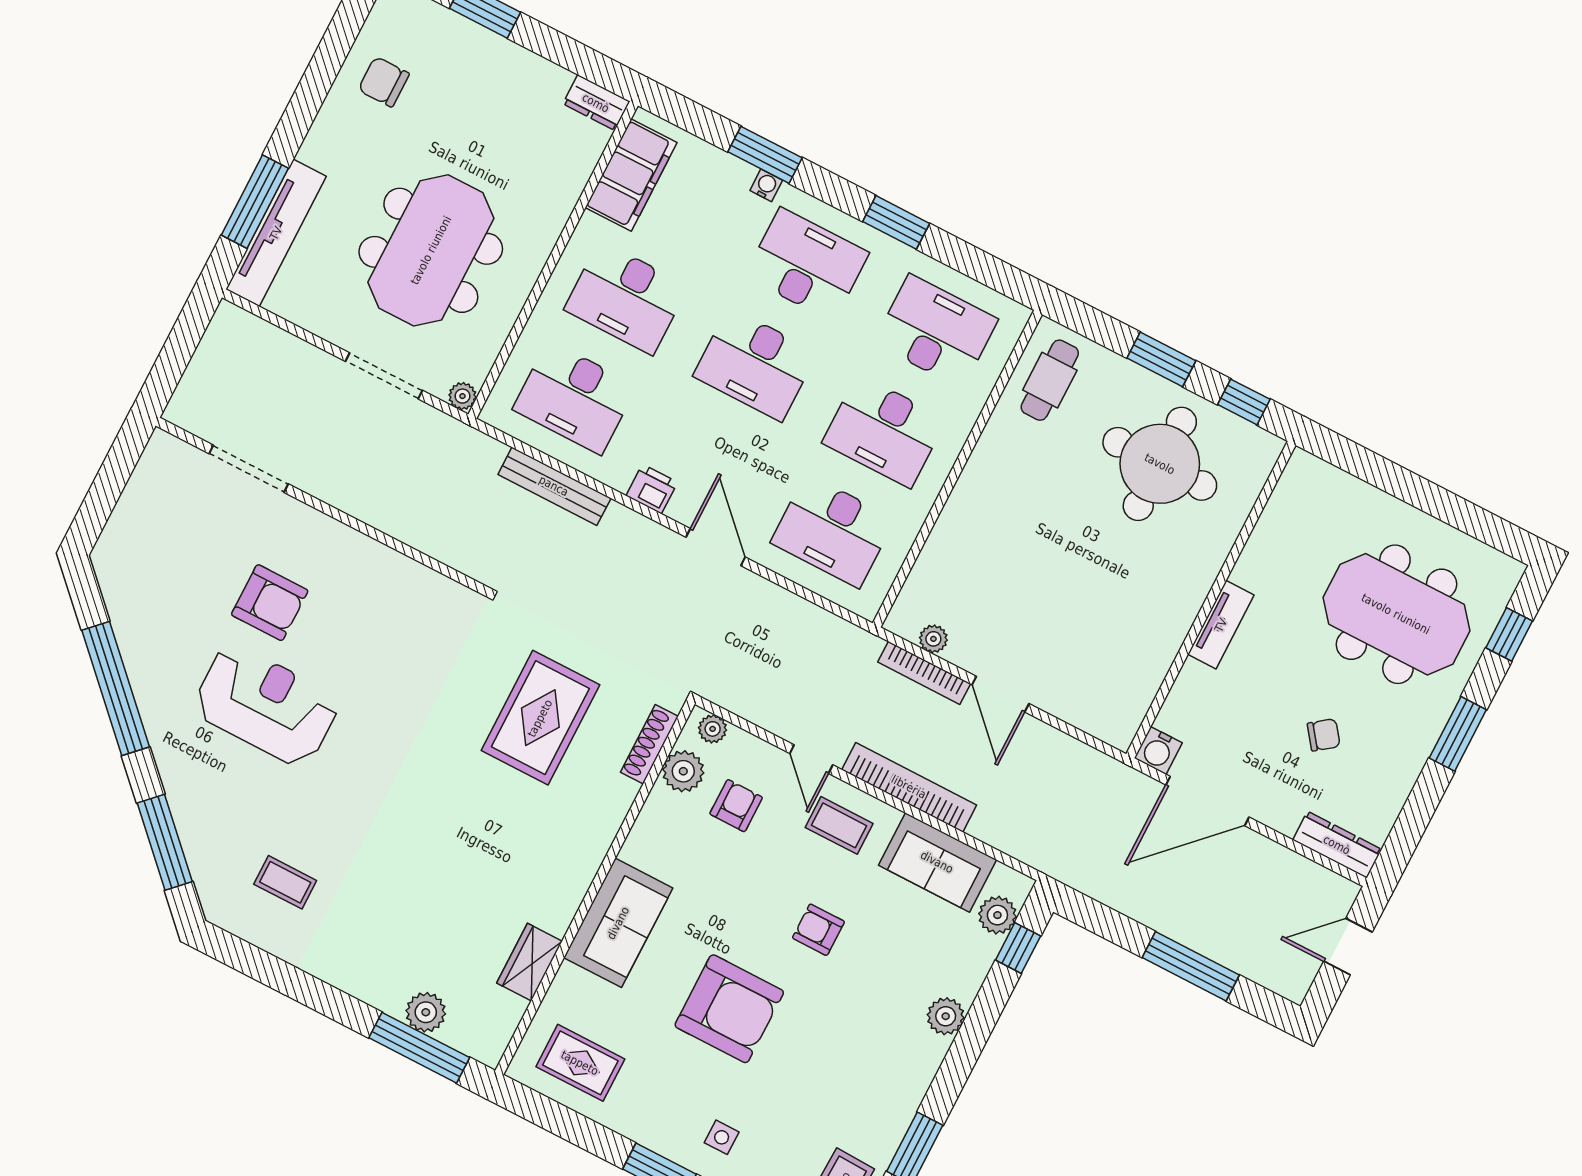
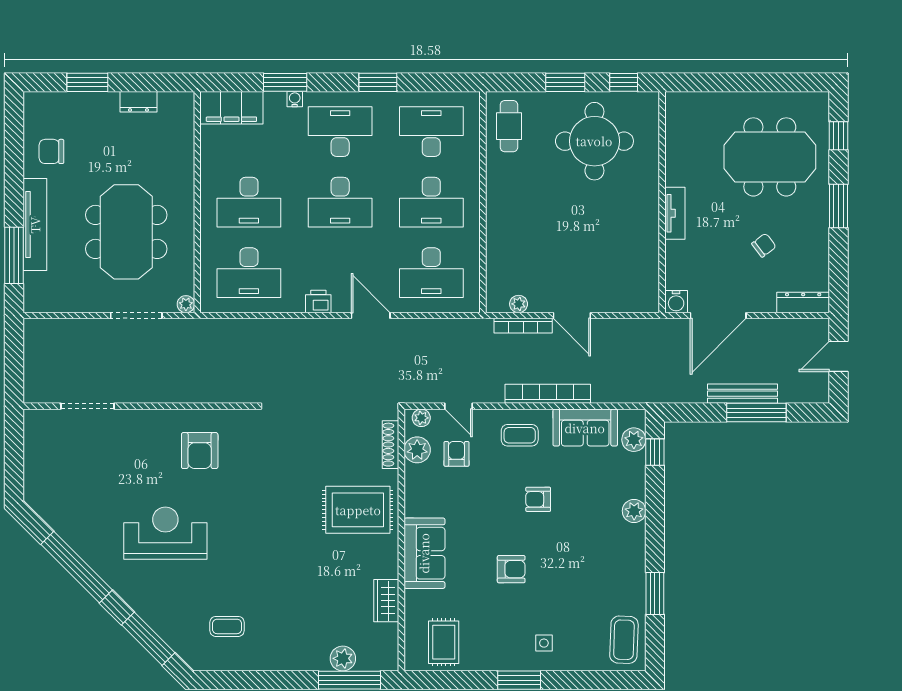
dresser: (596, 103) -> (138, 102), moved
filing cabinet: (631, 175) -> (231, 108), moved, turned 90
tv unit: (276, 233) -> (35, 225), moved
bench: (554, 486) -> (743, 394), moved
armchair: (270, 603) -> (200, 451), moved, turned 90
rug: (540, 718) -> (358, 510), moved, turned 90
door: (811, 759) -> (458, 406), moved
armchair: (729, 1009) -> (511, 569), width x0.53, depth x0.53
rug: (580, 1063) -> (444, 642), turned 90

